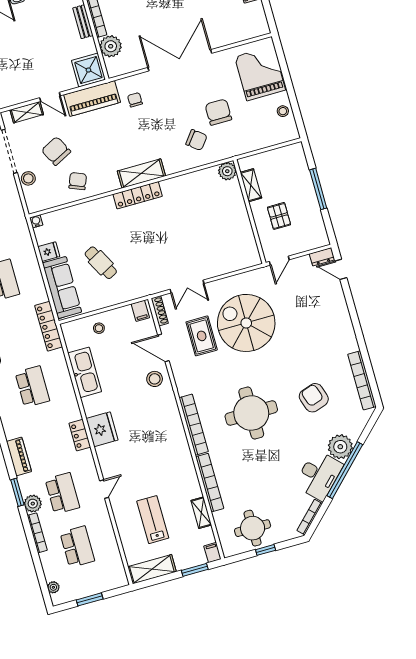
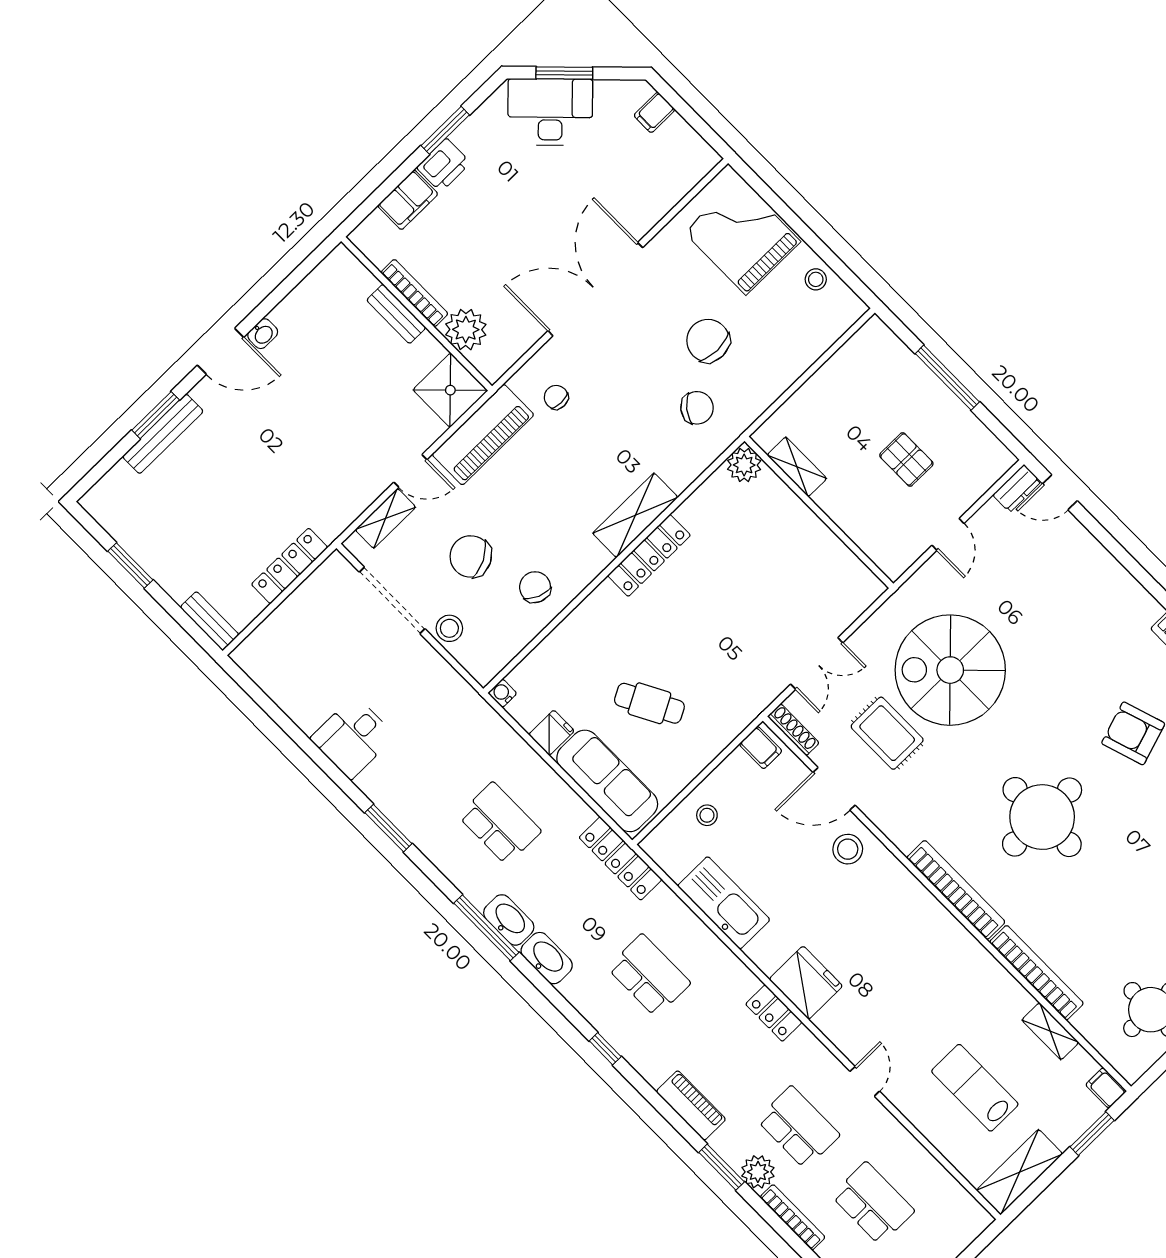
plant: (227, 171) -> (744, 465), moved
shelving: (251, 185) -> (797, 467), moved
wall: (250, 211) -> (819, 512), moved

